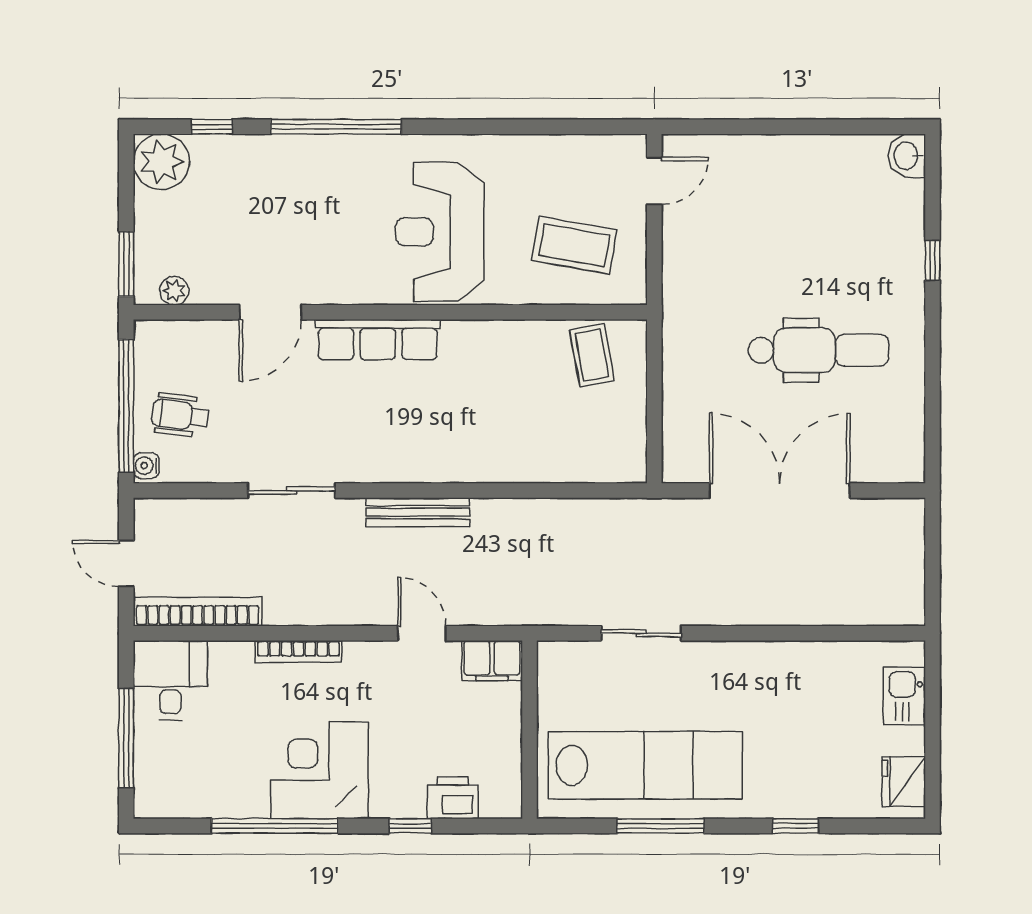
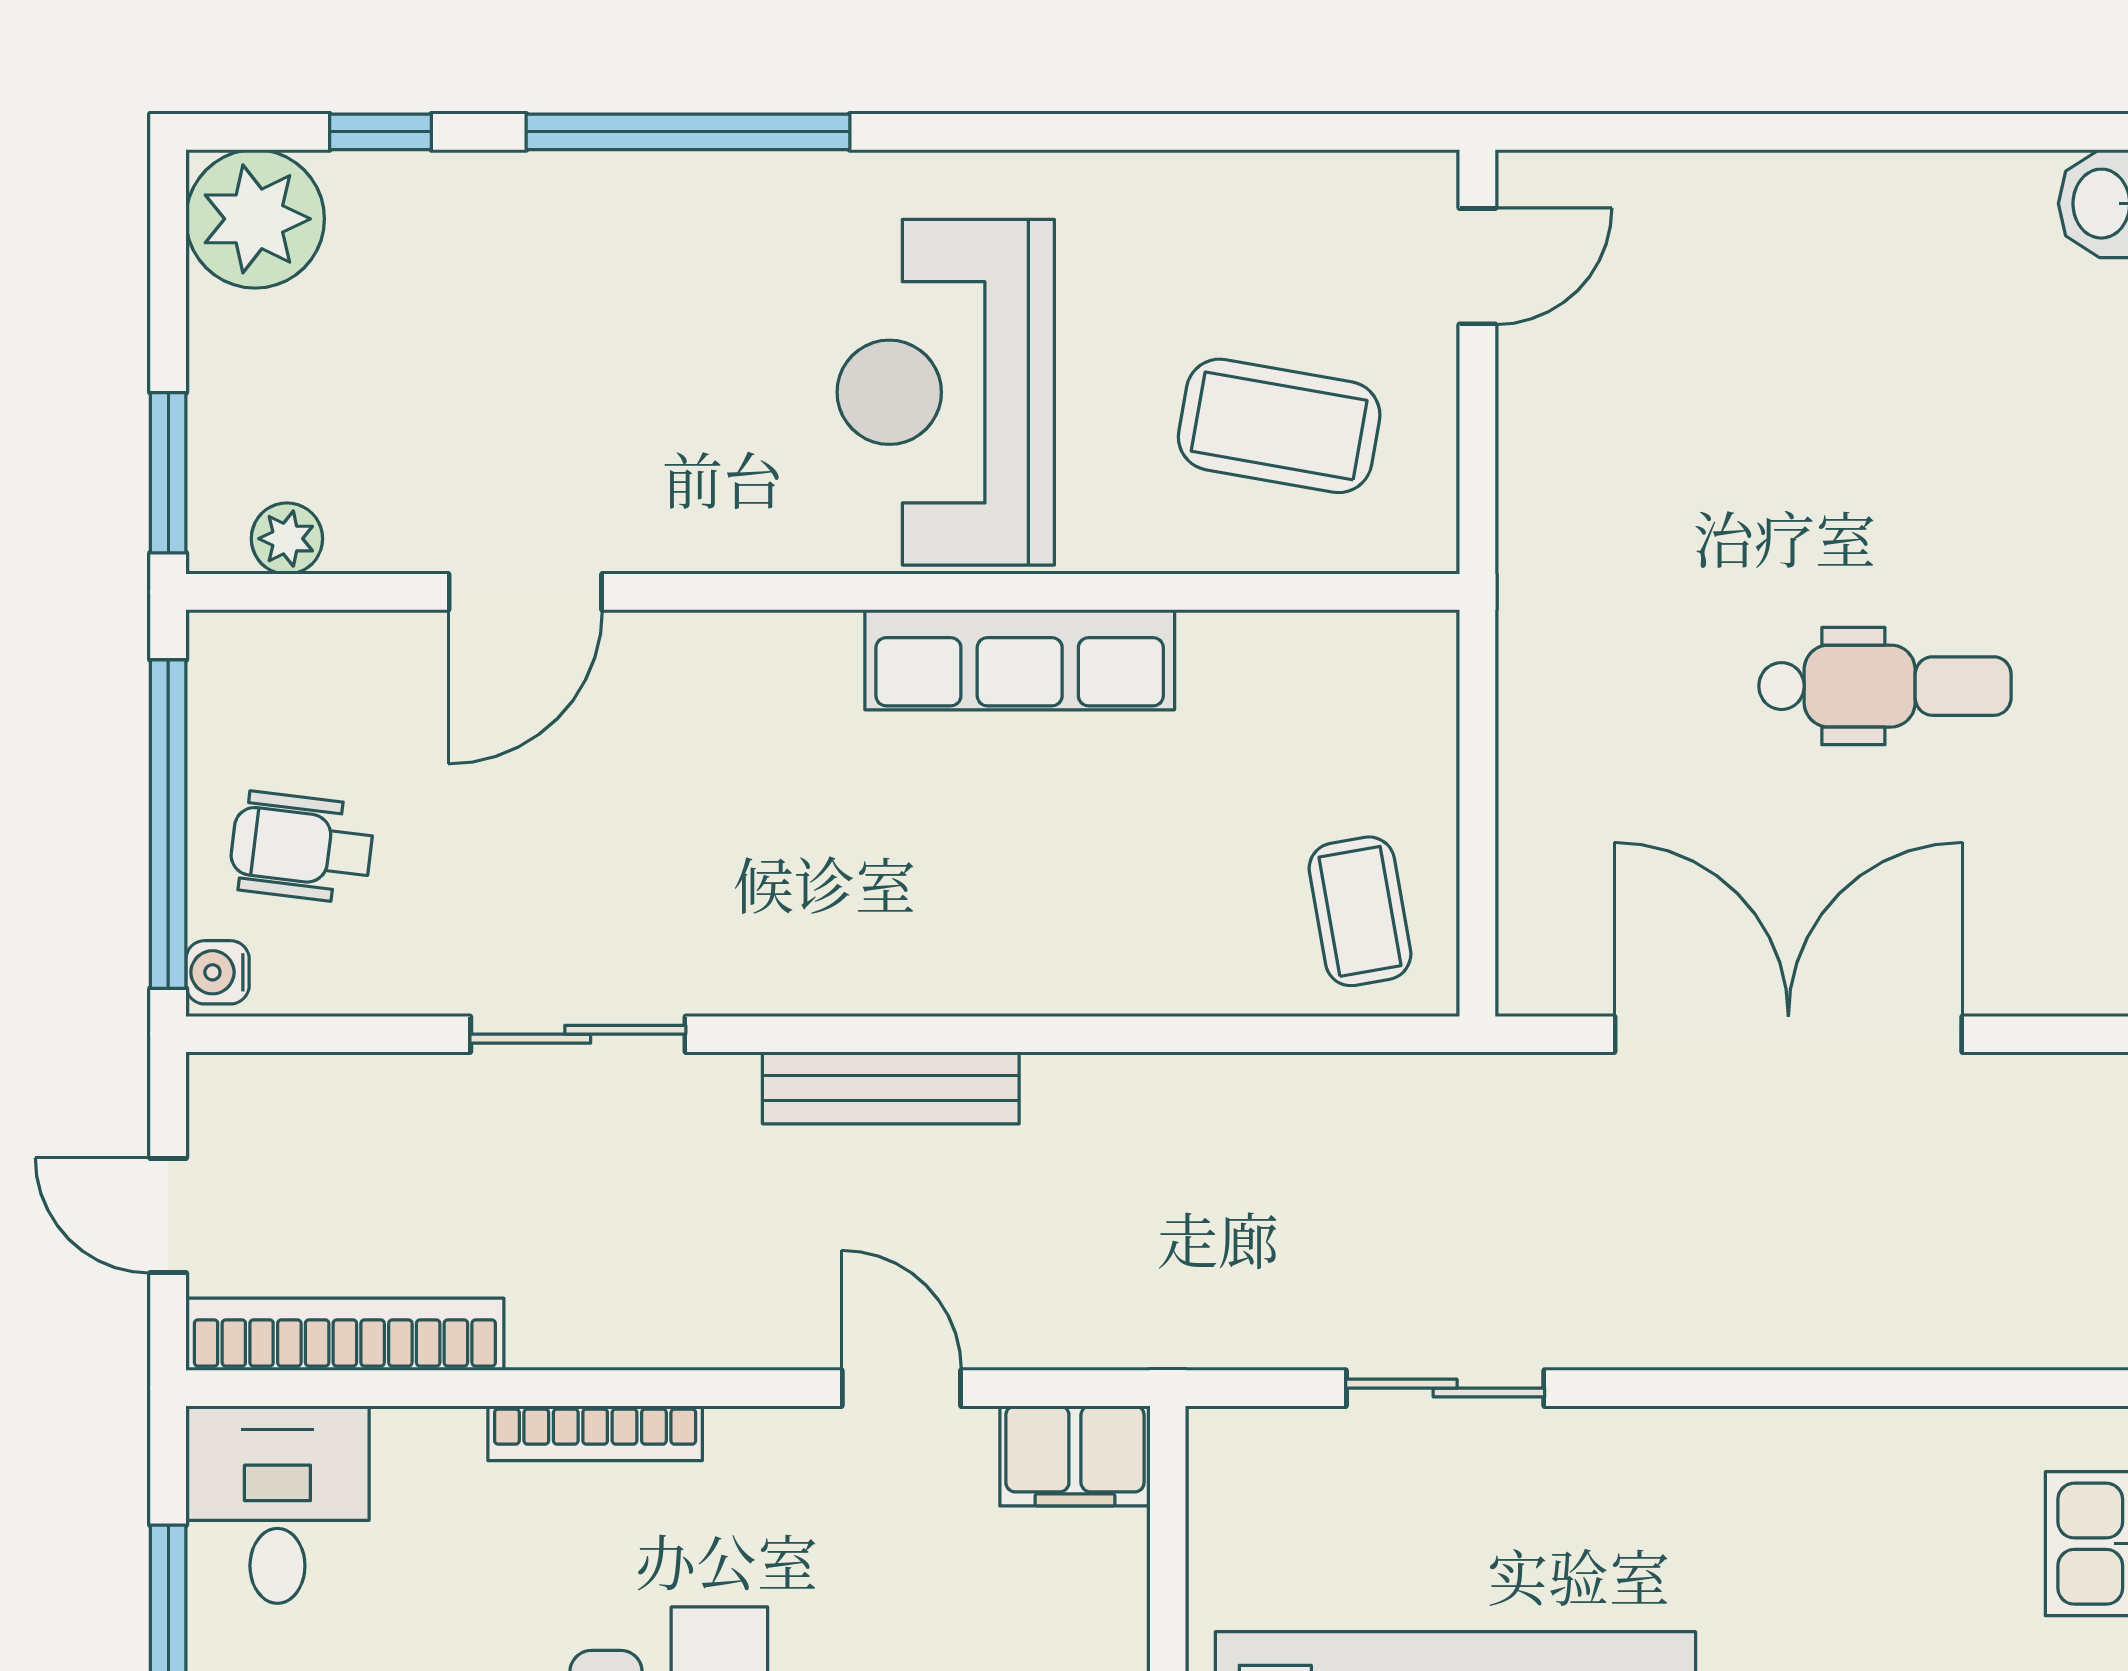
row of seats: (378, 340) -> (1020, 660), moved
dental chair: (819, 350) -> (1885, 686), width x0.73, depth x0.72
coffee table: (592, 355) -> (1360, 911), moved

